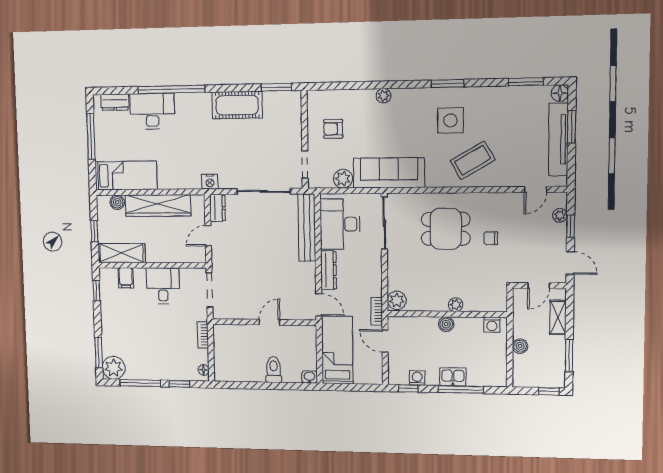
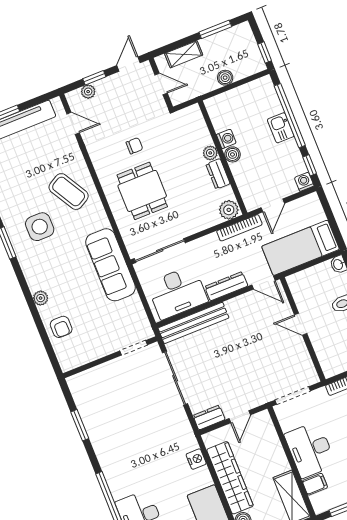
window: (277, 87) -> (80, 425), moved
cot: (237, 105) -> (102, 435), removed
armchair: (333, 129) -> (61, 327), moved
plant: (343, 179) -> (133, 306), removed
nightstand: (210, 182) -> (196, 459), moved
door: (208, 236) -> (240, 417), hinge flipped
chair: (491, 238) -> (134, 146), turned -90
desk: (163, 286) -> (310, 450), width x1.37
dresser: (434, 304) -> (218, 174), added
door: (319, 305) -> (263, 283), swing flipped
bookcase: (377, 311) -> (239, 228), width x1.56
washing machine: (492, 325) -> (226, 139), moved
washing machine: (417, 378) -> (304, 182), moved, turned 90
window: (461, 390) -> (290, 116), width x1.46
window: (549, 391) -> (265, 52), moved

